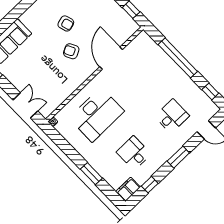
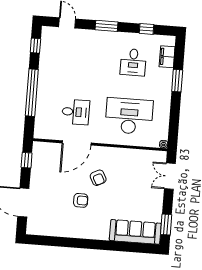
armchair: (66, 23) -> (81, 200), turned 106
desk: (172, 116) -> (76, 112), moved, turned 180
filing cabinet: (128, 189) -> (167, 57), moved, turned 90

